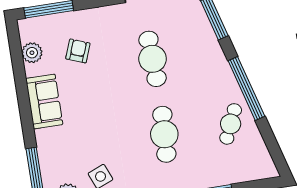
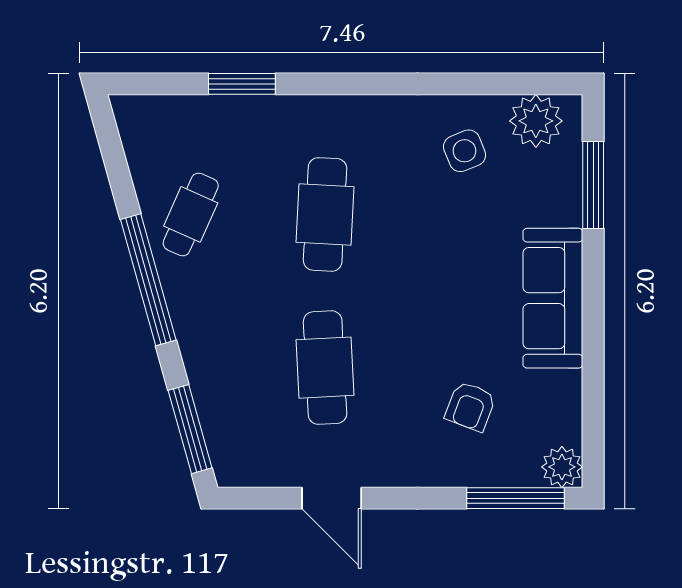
plant: (32, 53) -> (562, 467), moved
sofa: (44, 101) -> (553, 298), width x1.36

